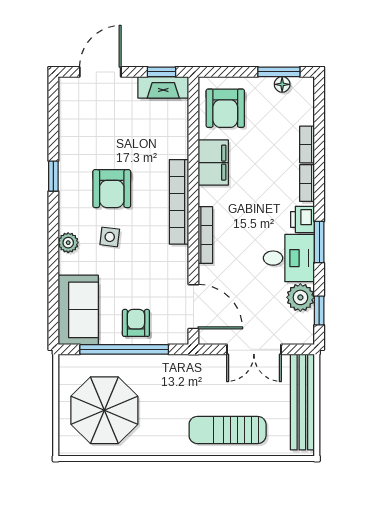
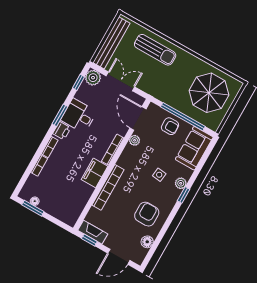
armchair: (225, 108) -> (69, 205), removed
floor lamp: (69, 121) -> (147, 242), added
filing cabinet: (213, 163) -> (95, 173), moved
window: (53, 176) -> (184, 195), moved
armchair: (112, 189) -> (147, 214), moved
bookcase: (179, 202) -> (108, 187), moved
plant: (179, 269) -> (135, 140), added
plant: (300, 297) -> (93, 78), moved
armchair: (136, 323) -> (170, 126), turned -90

